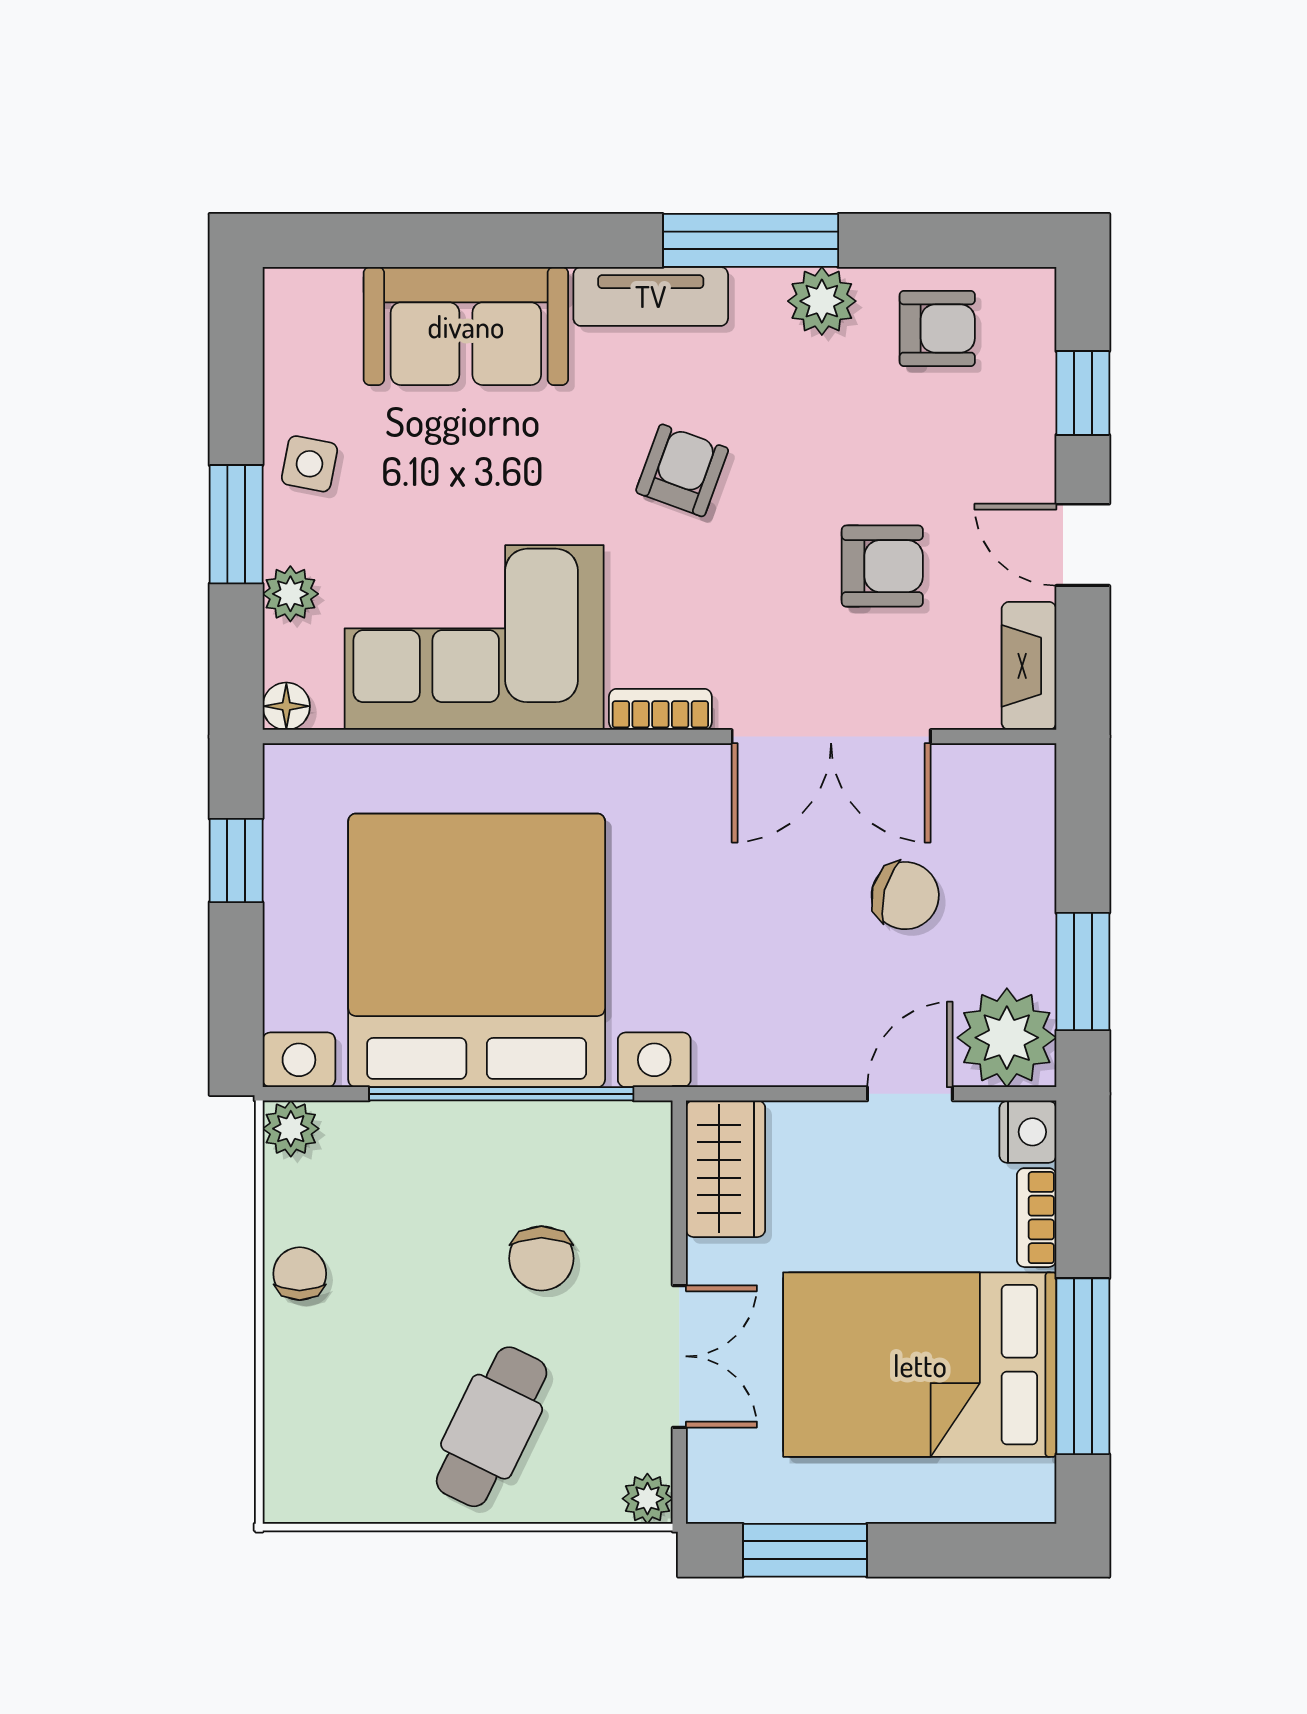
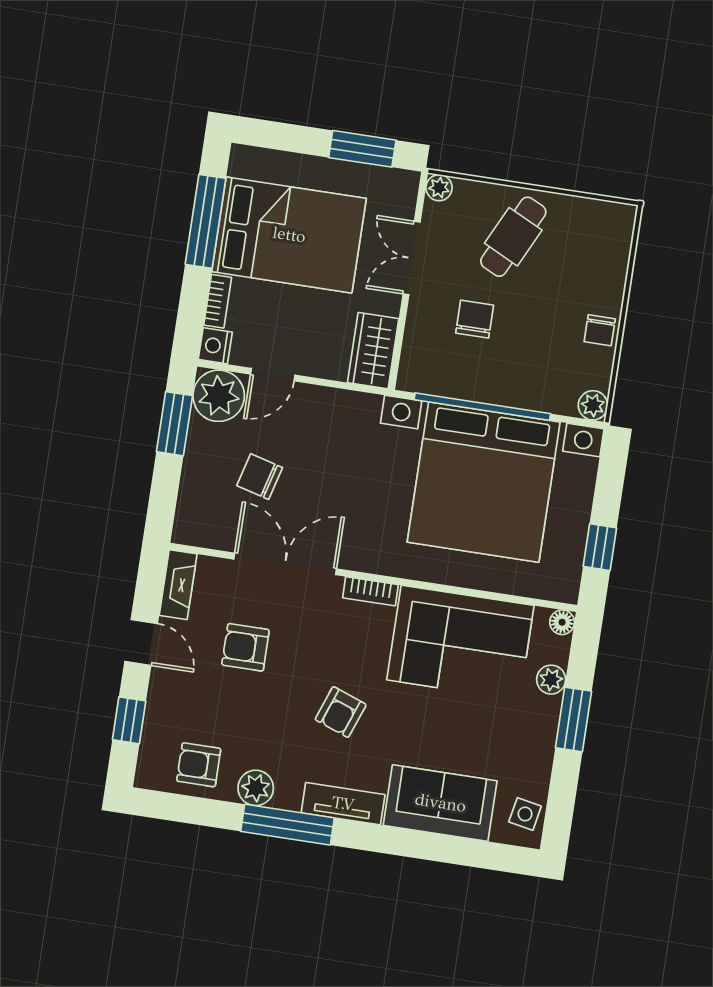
side table: (309, 464) -> (525, 814), moved

